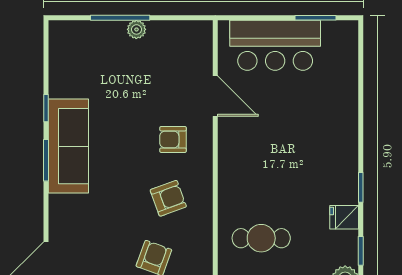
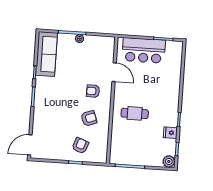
sofa: (68, 146) -> (47, 54), moved
cafe table: (261, 238) -> (135, 113), moved

